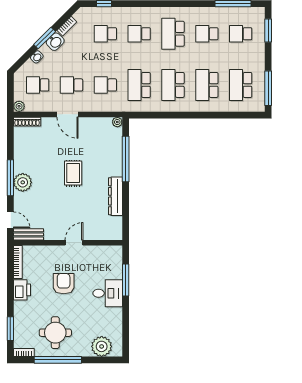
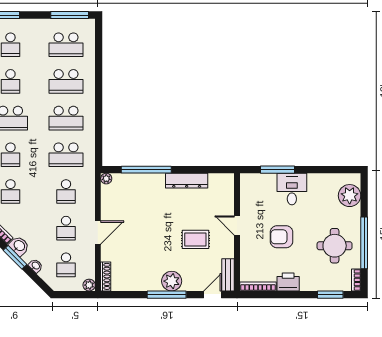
rug: (73, 173) -> (195, 239), moved

